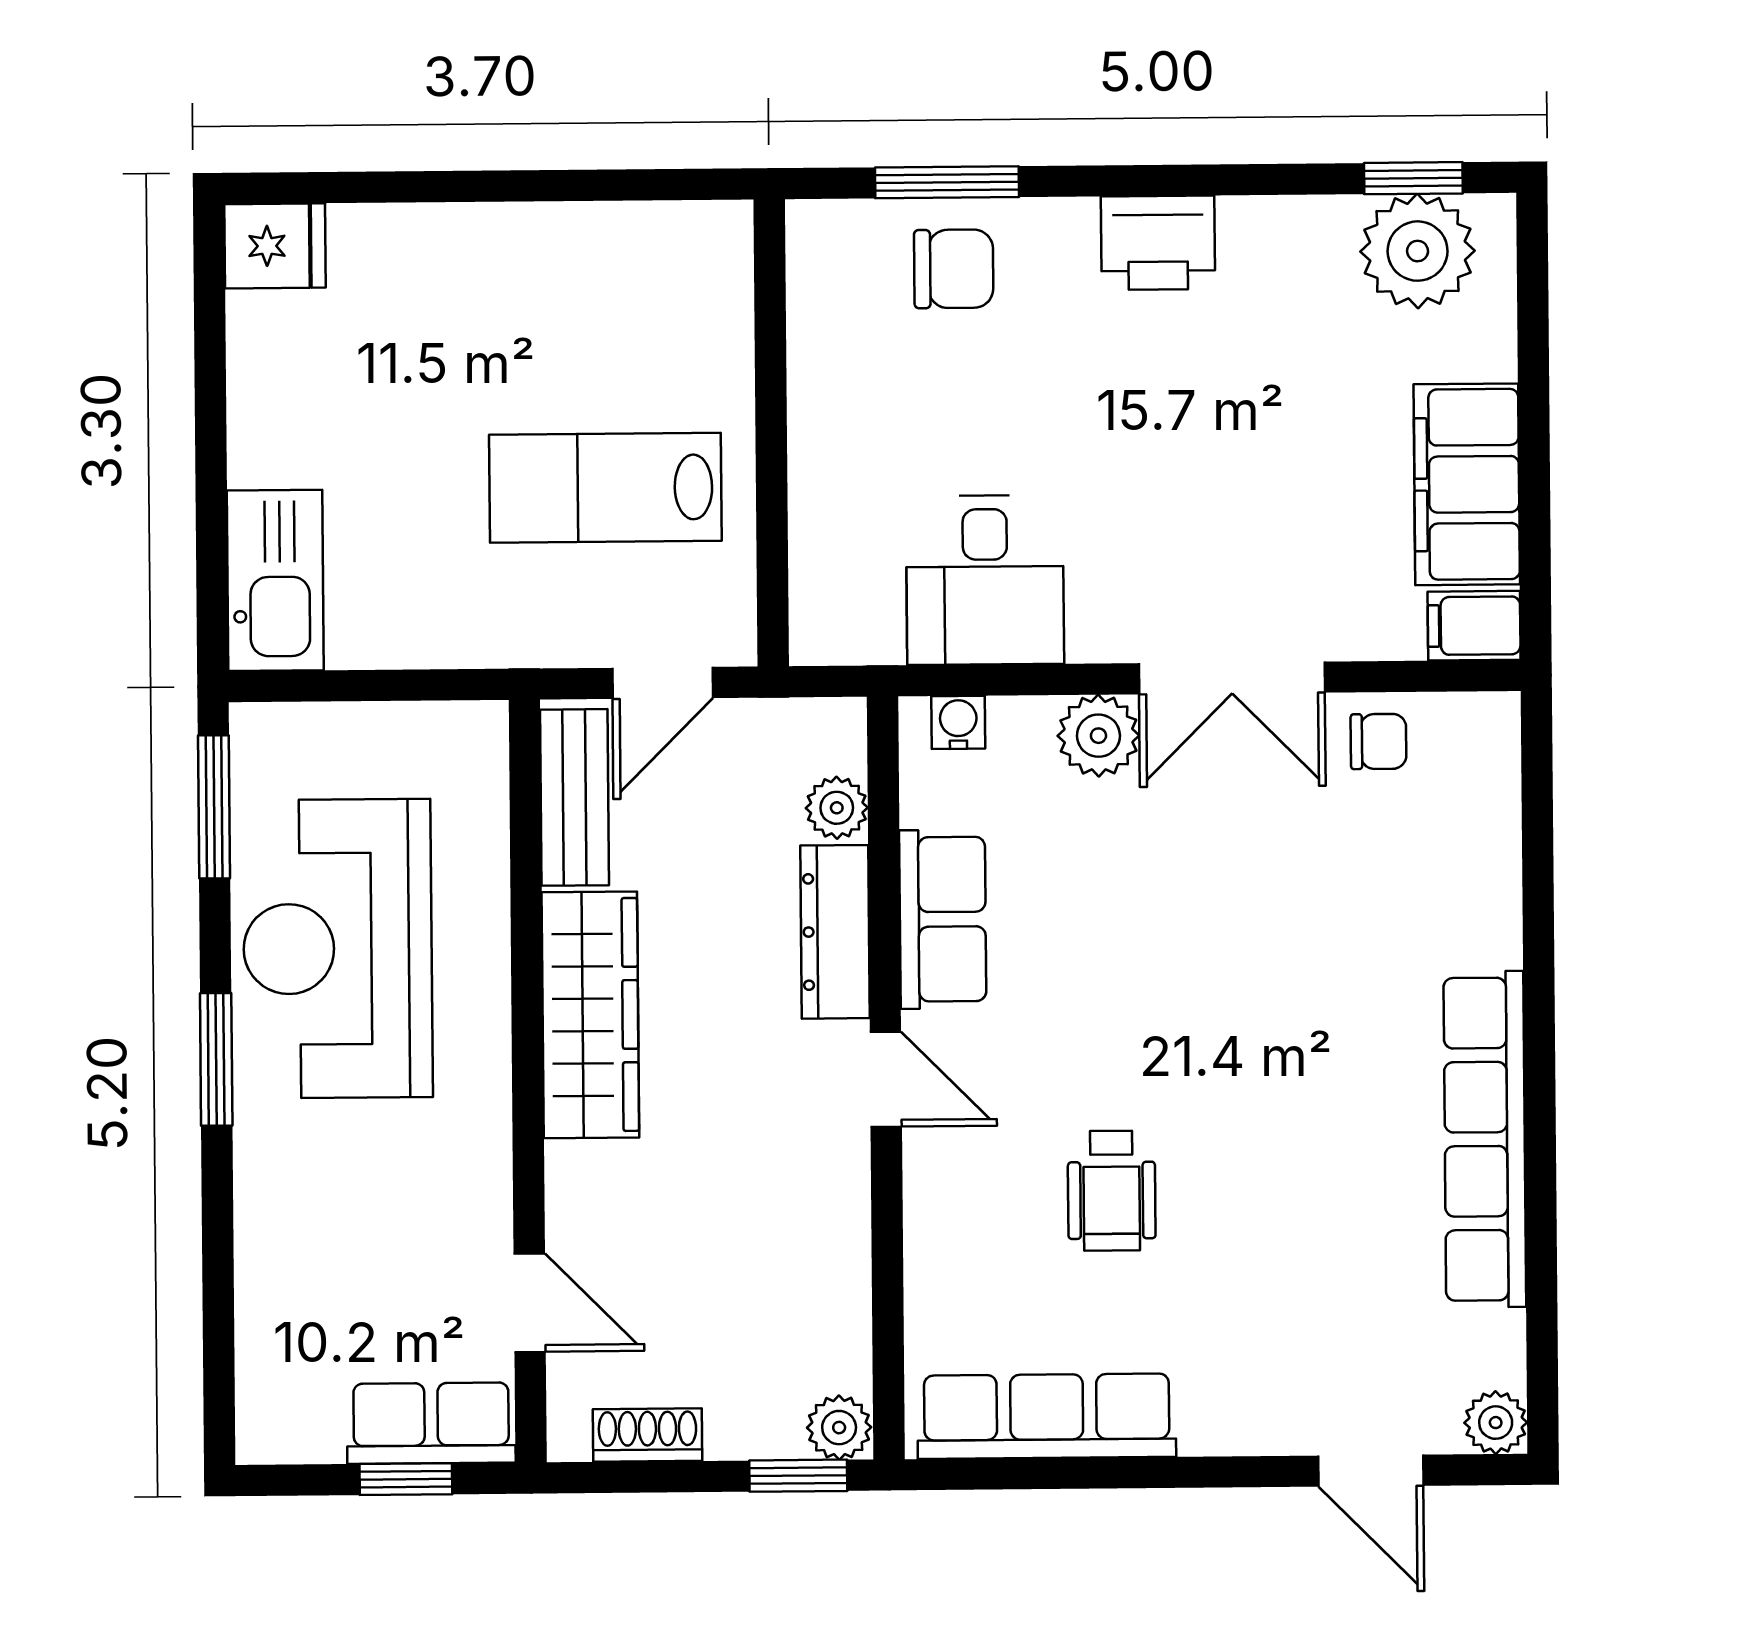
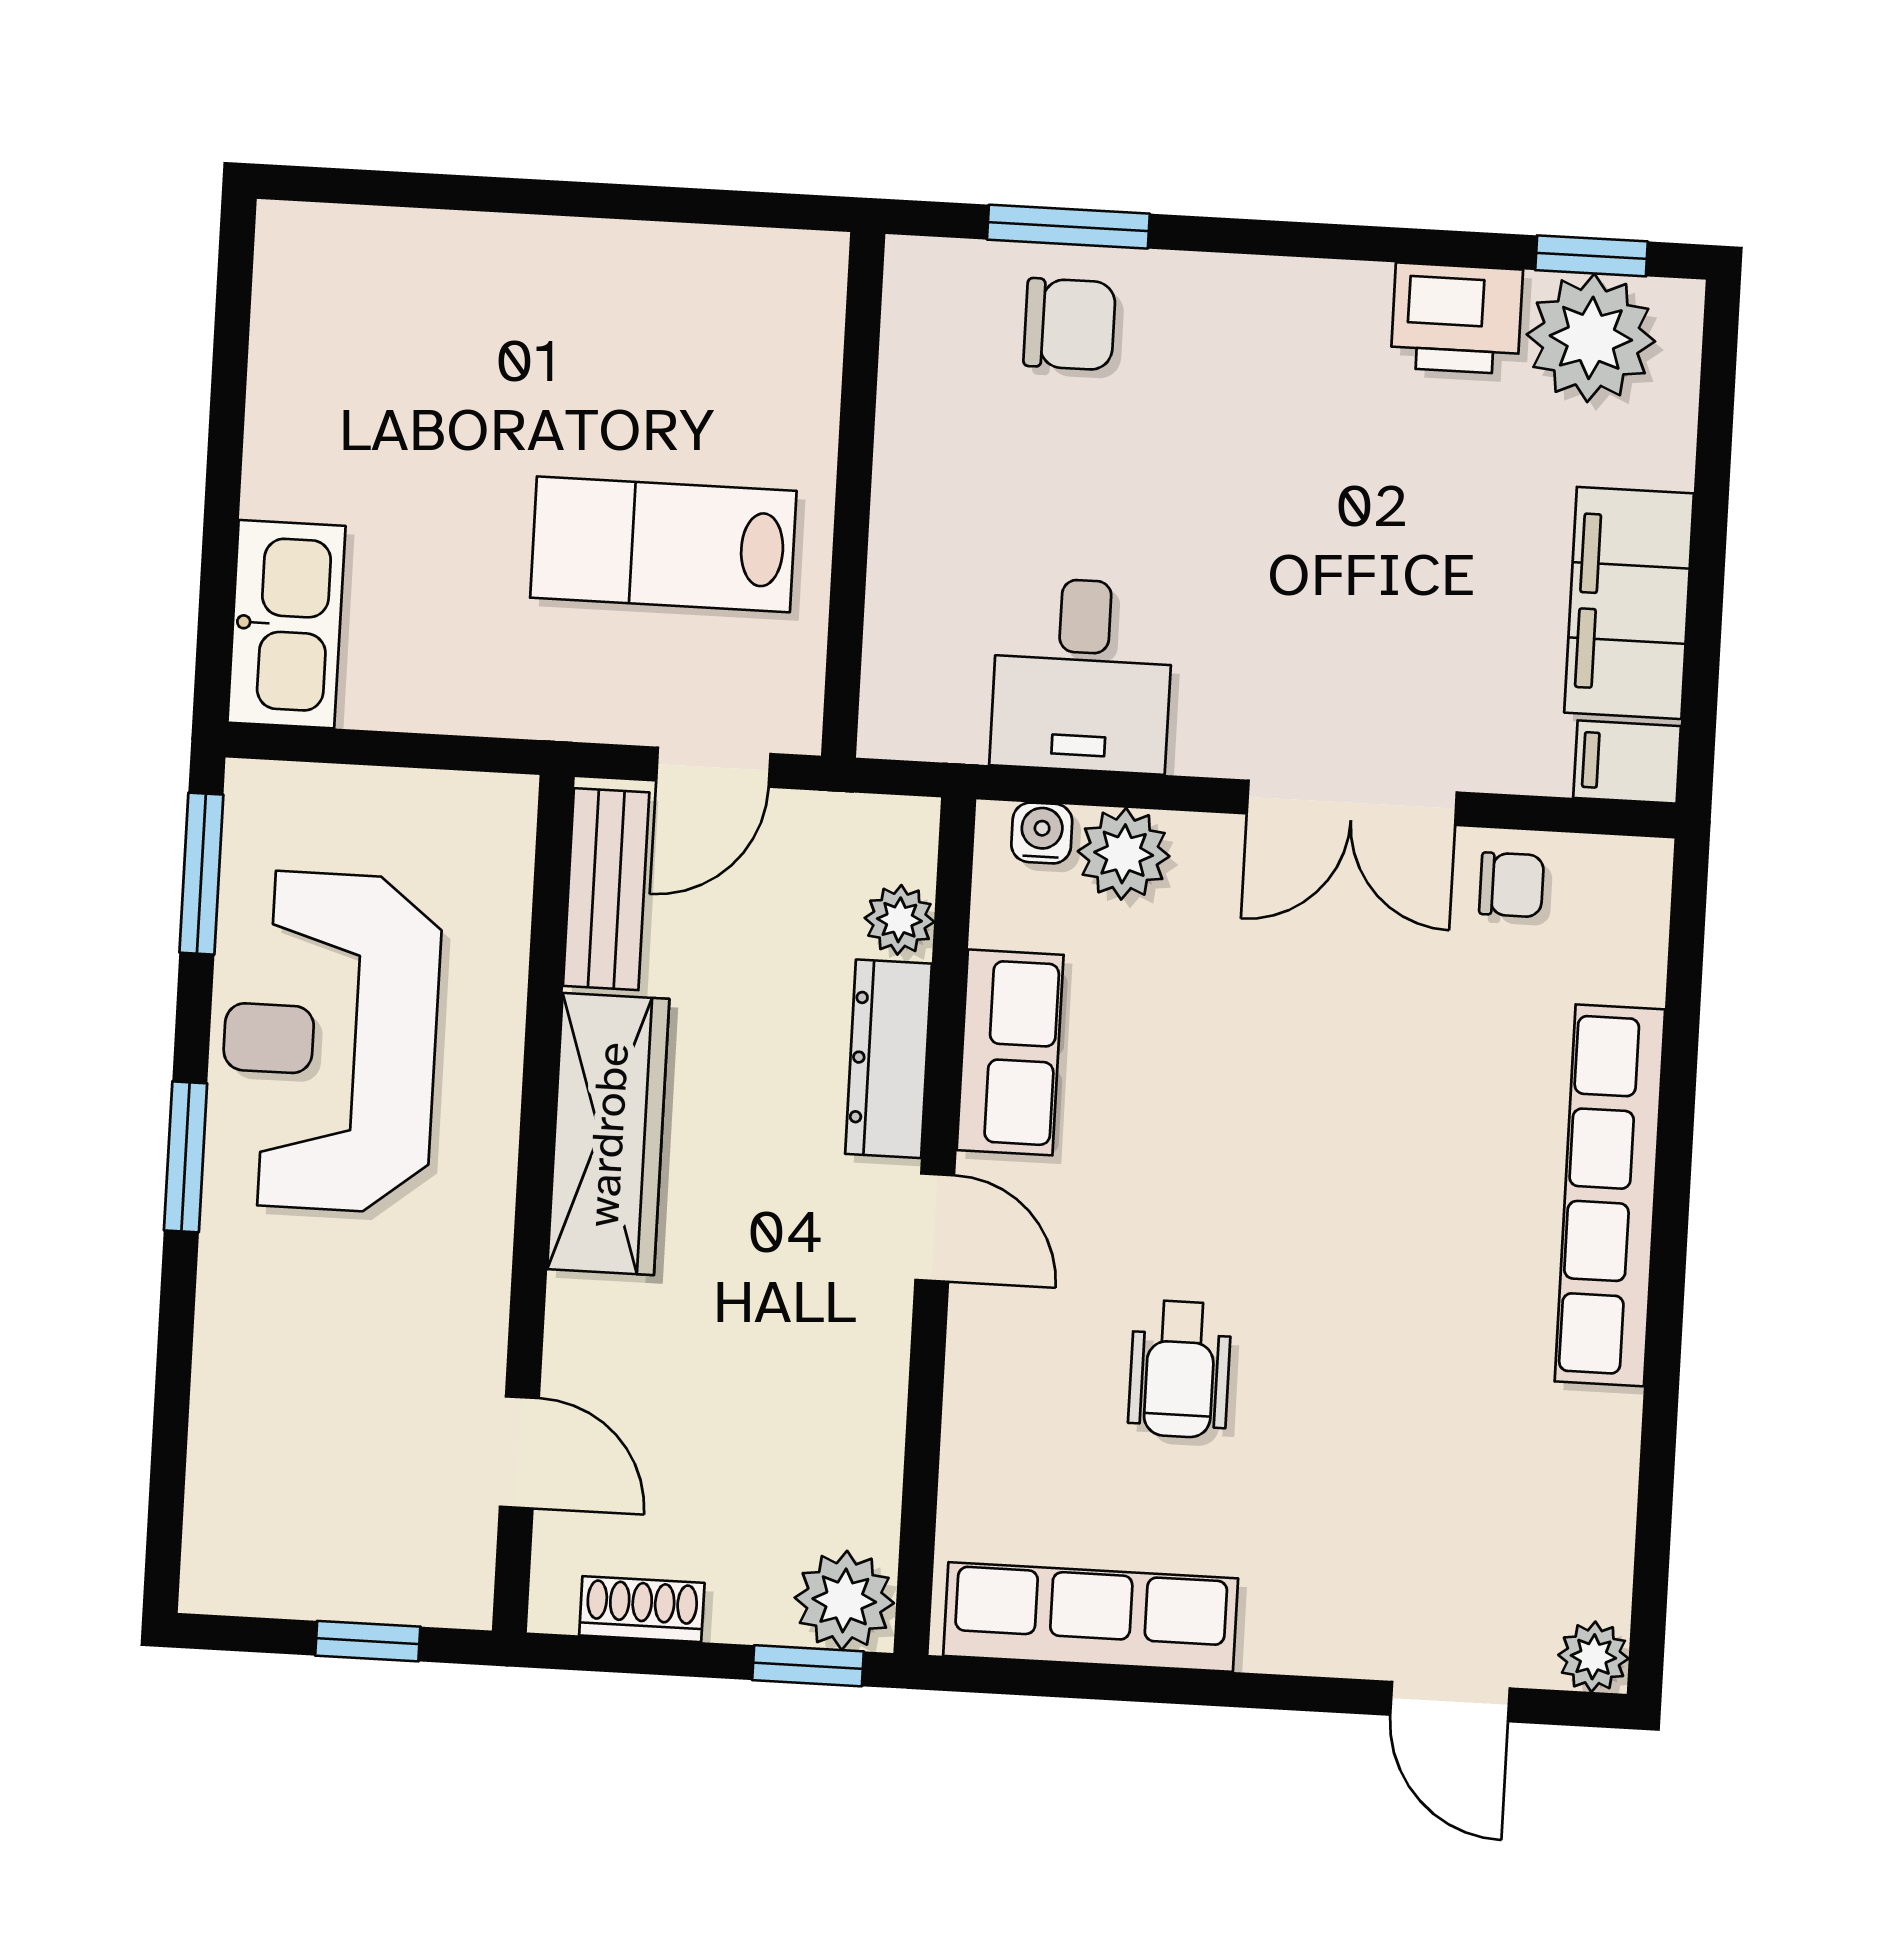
printer: (1158, 243) -> (1457, 319), moved
fridge: (275, 246) -> (310, 249), removed
plant: (1098, 736) -> (1124, 854), moved
row of seats: (1485, 1139) -> (1610, 1195), moved
row of seats: (431, 1423) -> (400, 1580), removed
plant: (839, 1428) -> (844, 1600), width x1.38, depth x1.38

